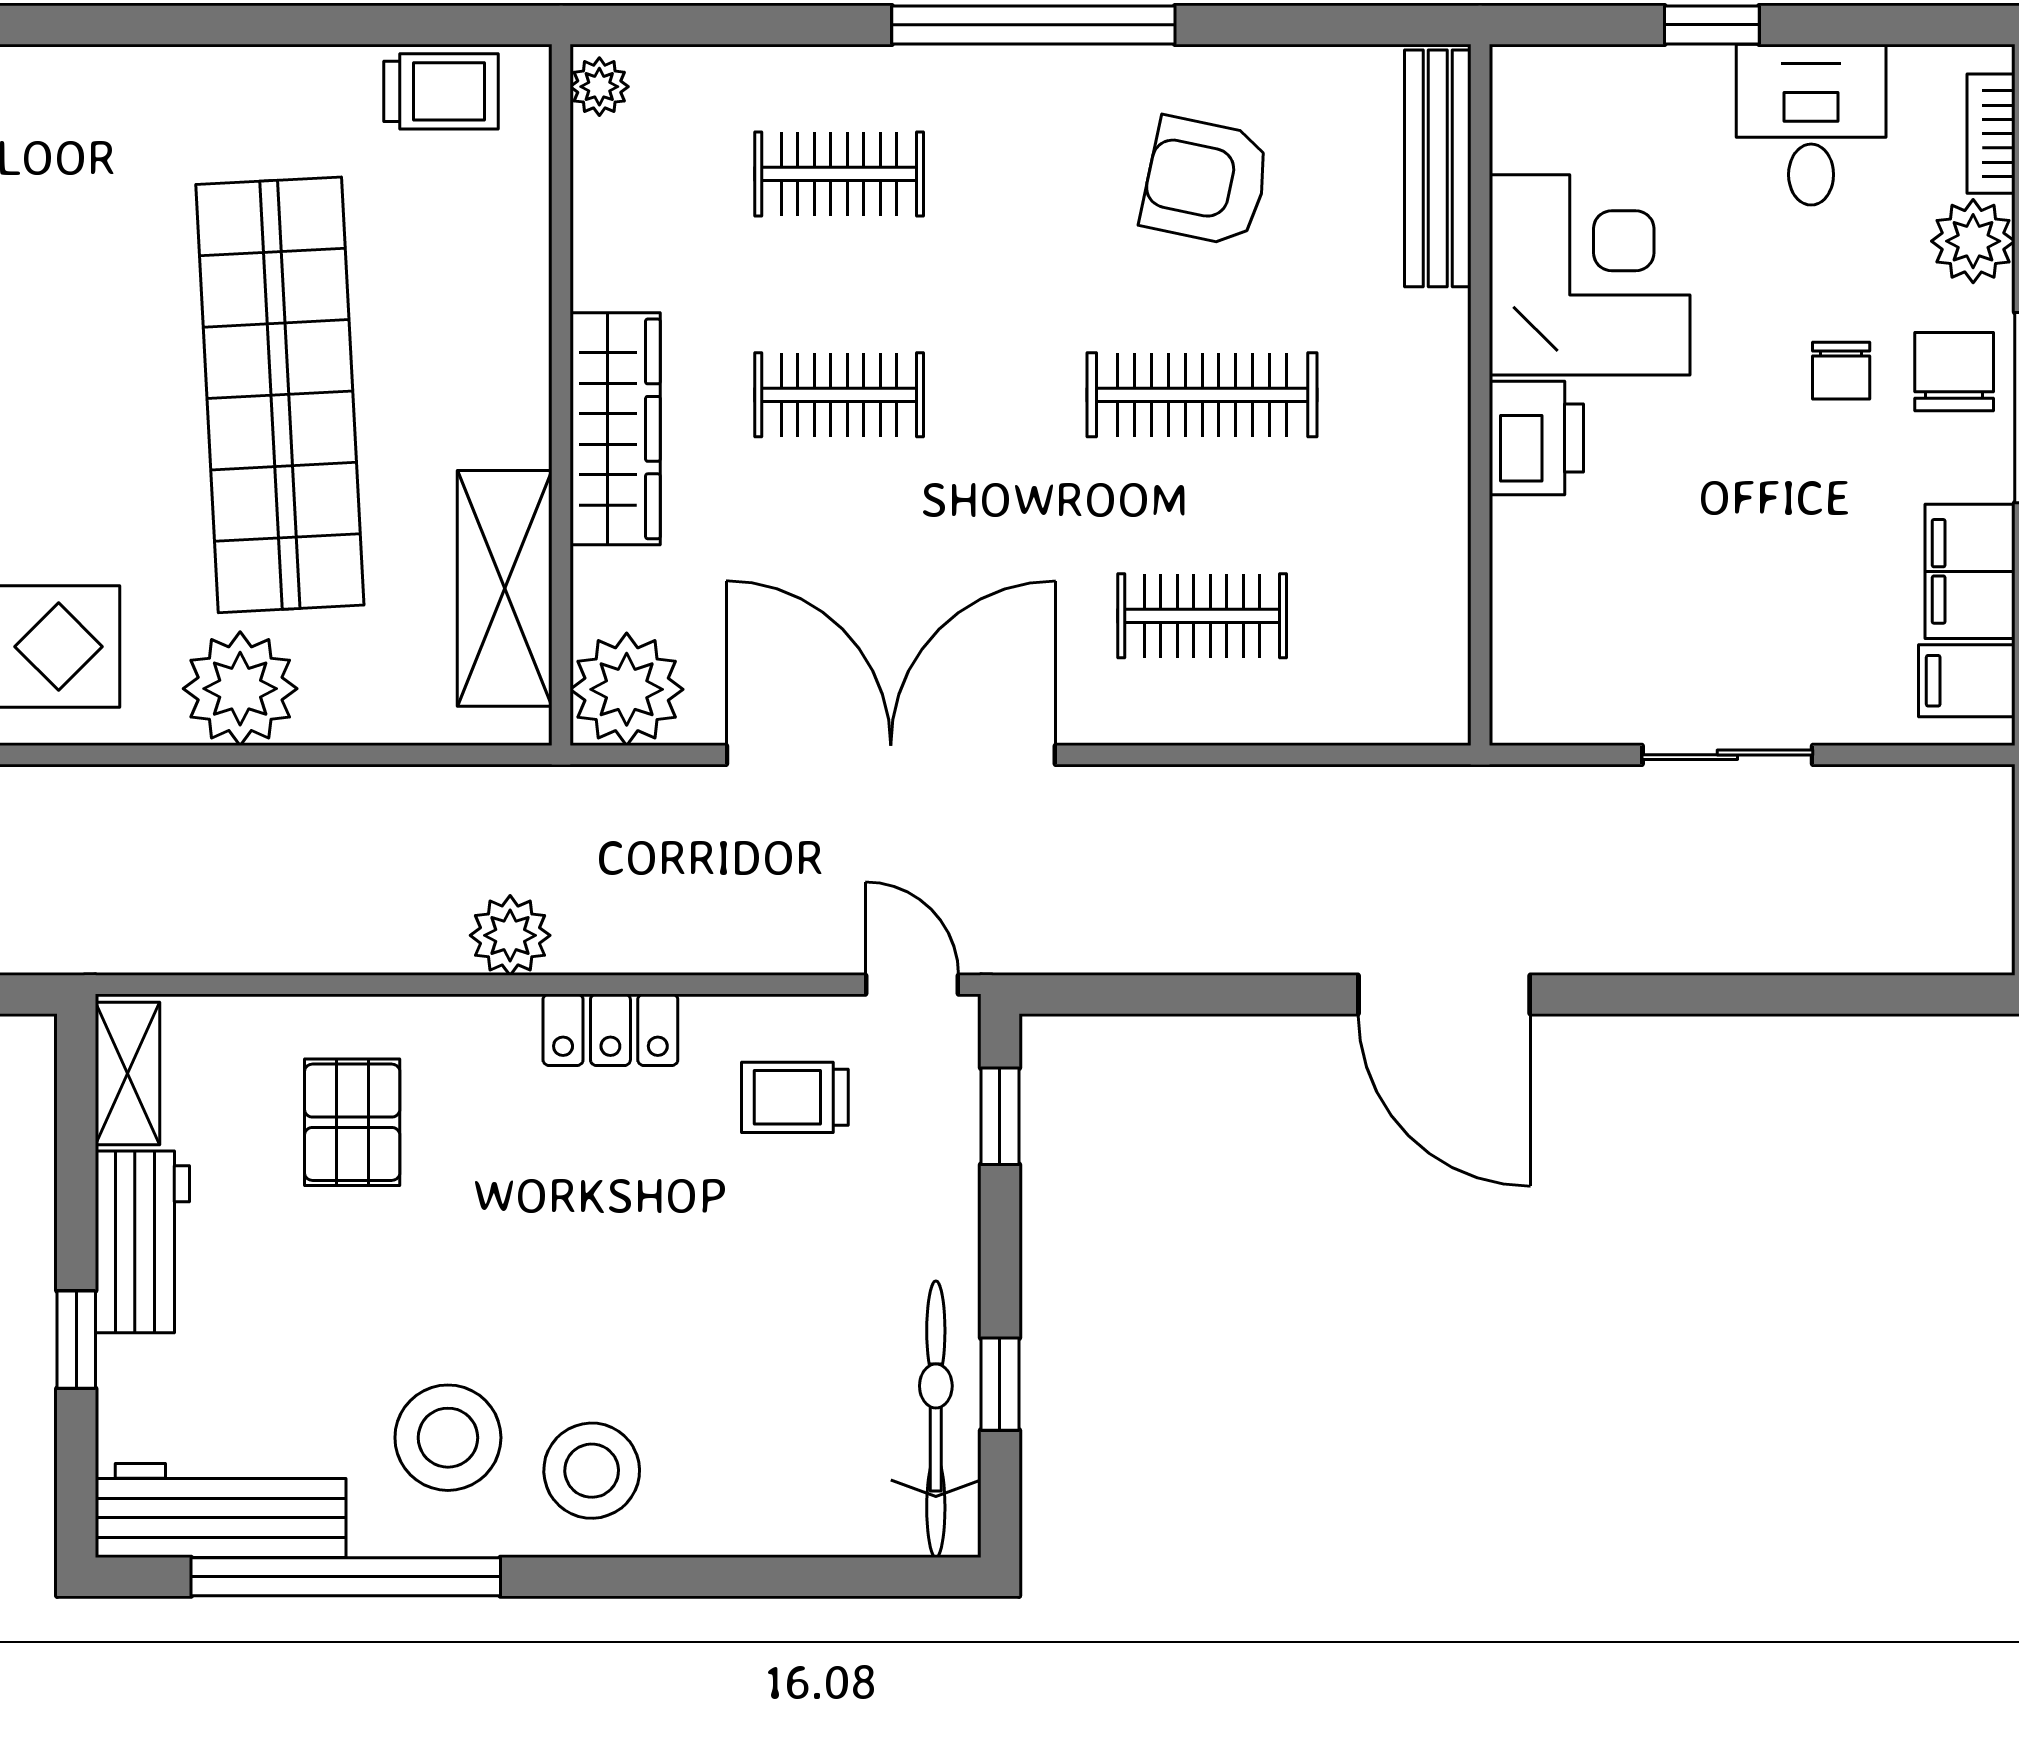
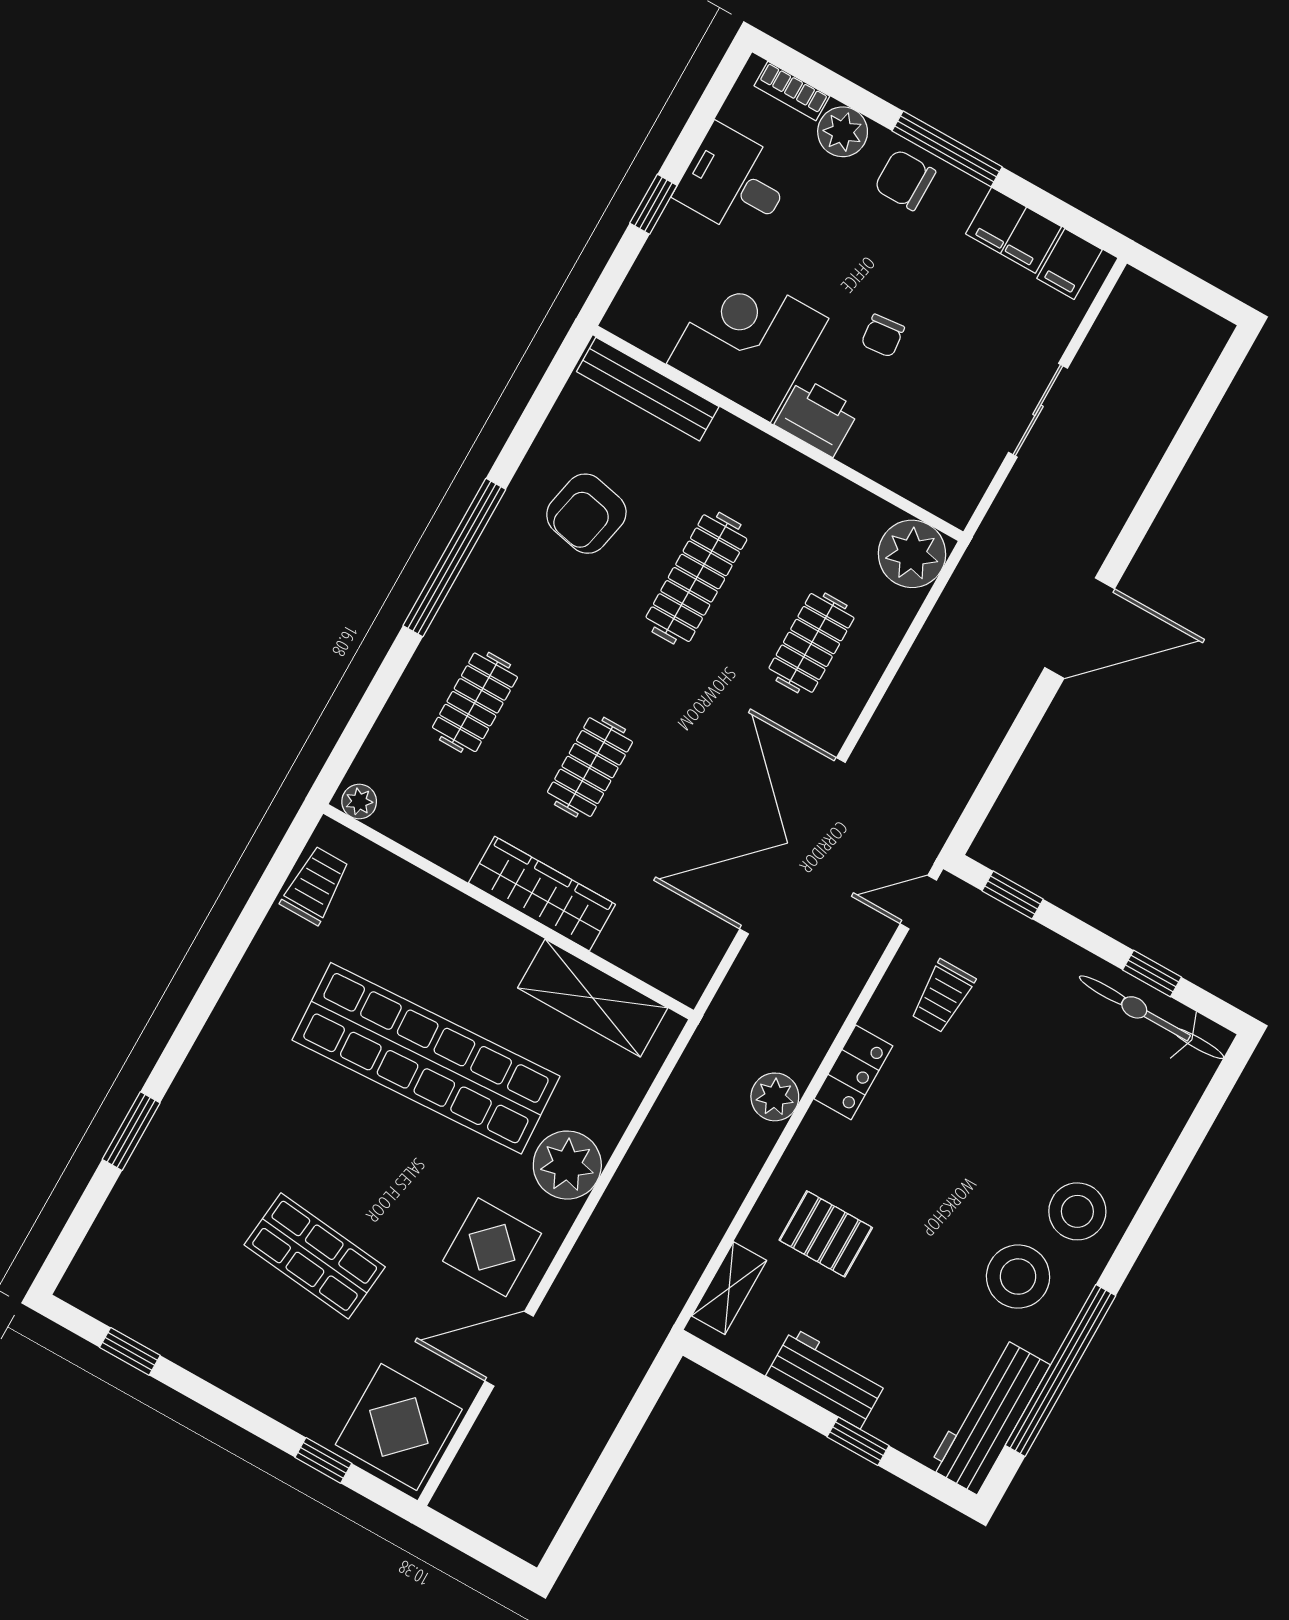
chair: (1841, 371) -> (883, 336), moved, turned 84
plant: (627, 689) -> (912, 554), moved
shelving: (127, 1073) -> (729, 1288), moved, turned 90

